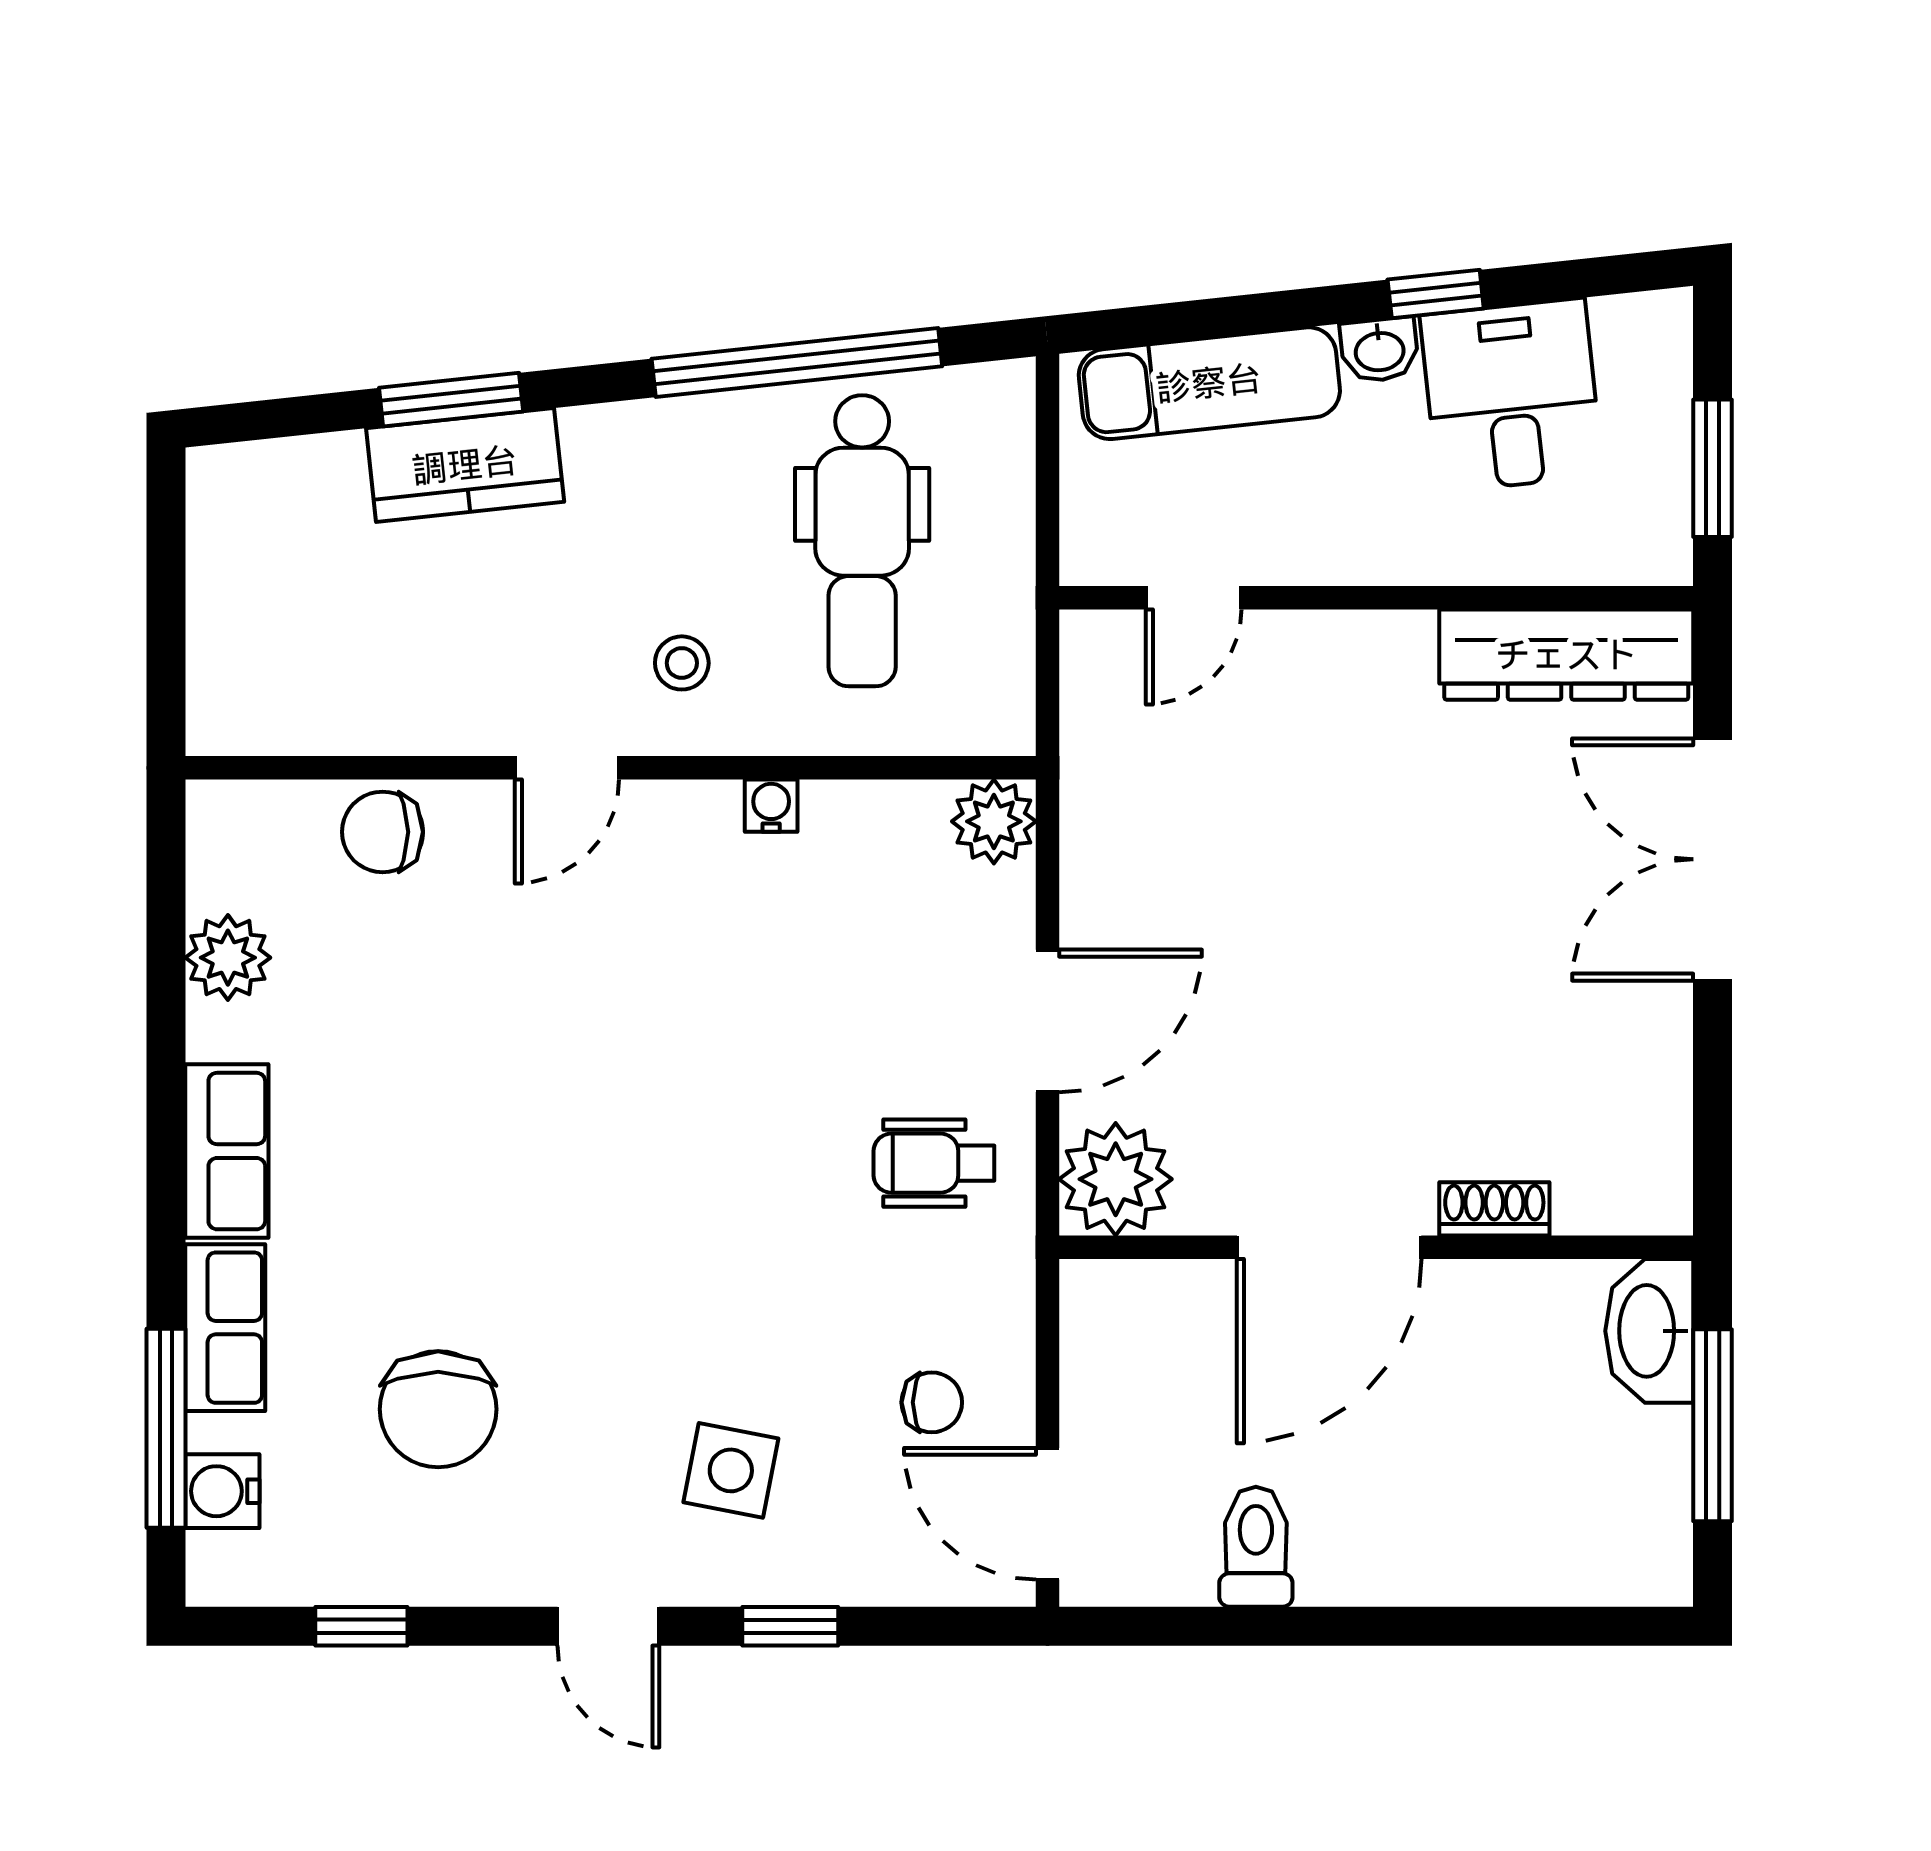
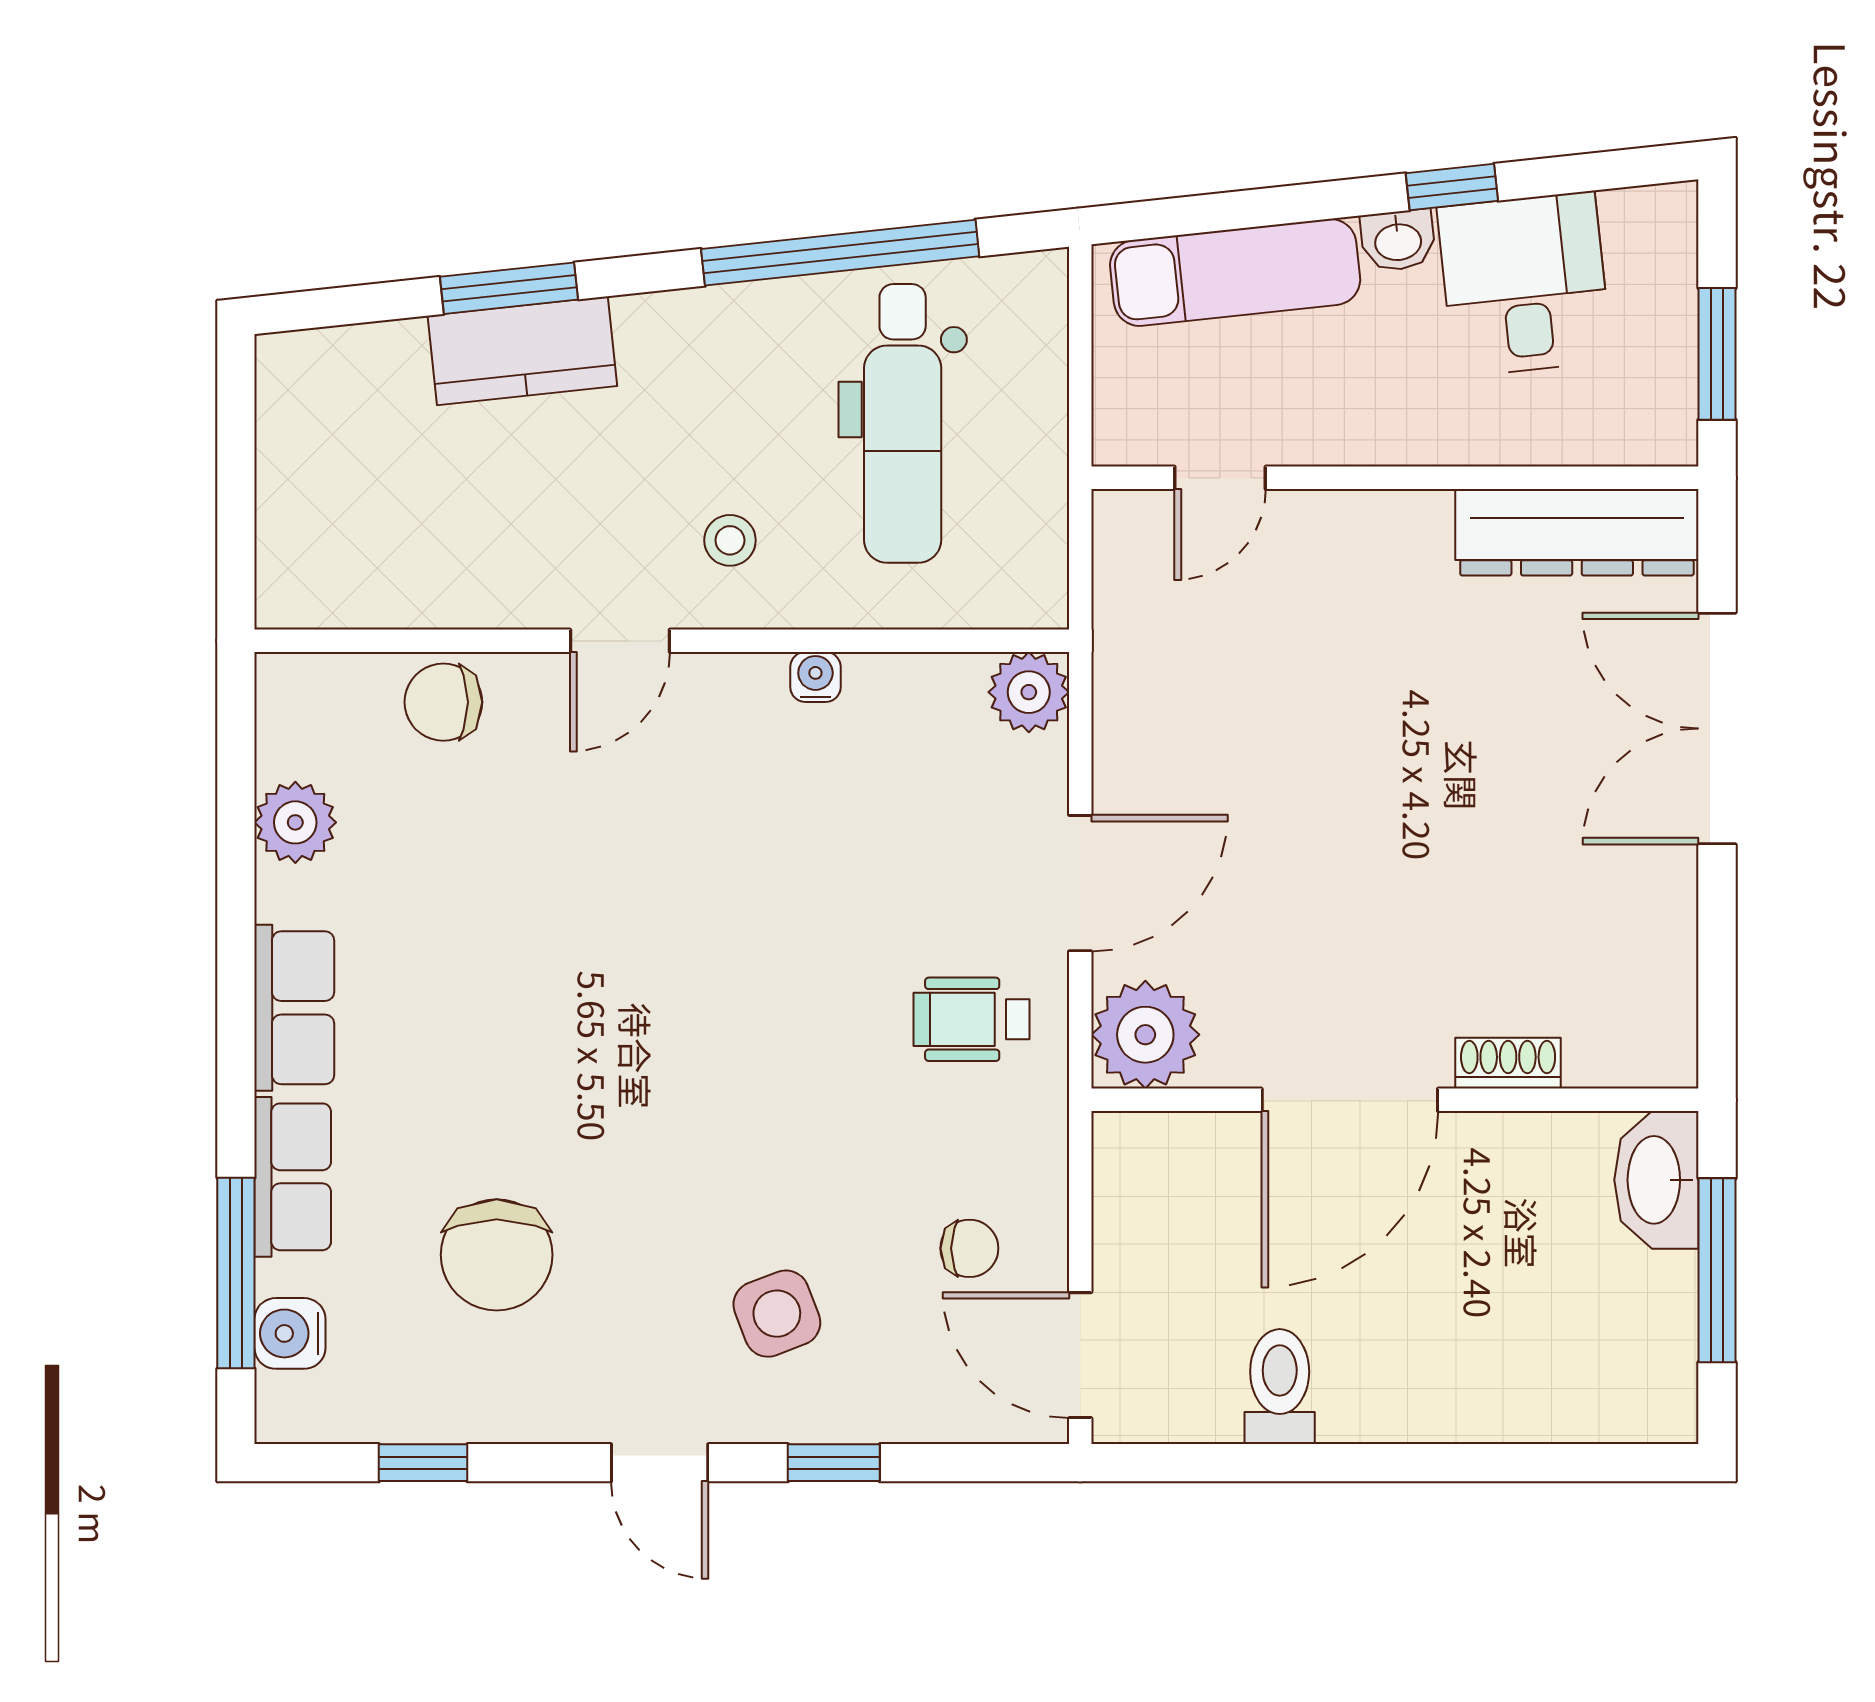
side table: (731, 1470) -> (777, 1314), turned -32

